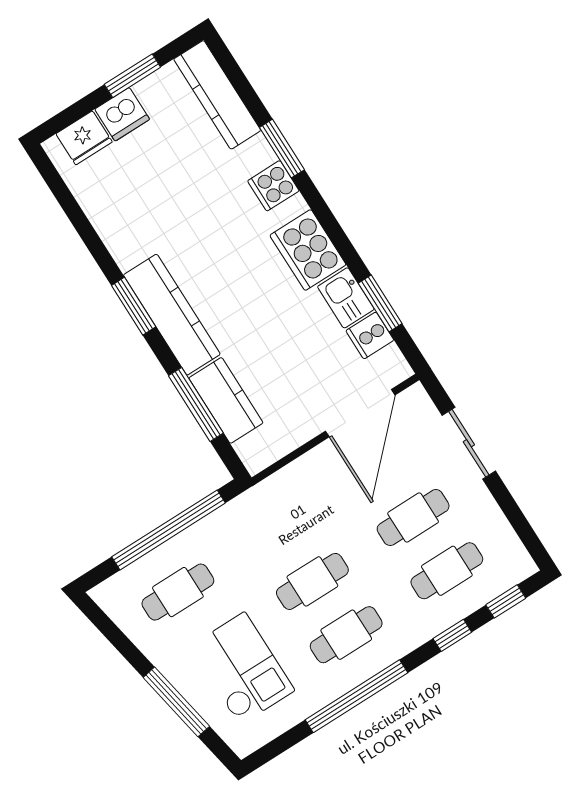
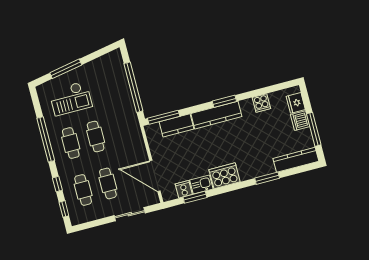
window: (132, 76) -> (314, 129), width x1.44
cooker: (273, 186) -> (261, 103), moved, turned 180
window: (196, 404) -> (164, 117), moved
cafe table: (178, 592) -> (108, 83), removed

